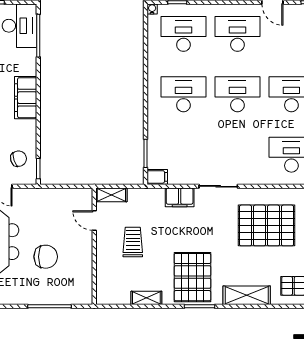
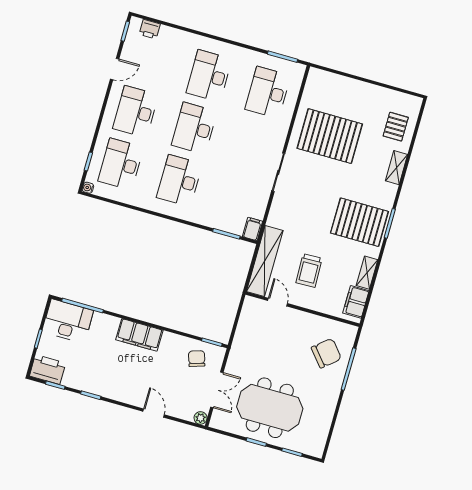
shelving: (111, 195) -> (265, 261), width x2.20, depth x1.33
filing cabinet: (180, 197) -> (356, 302), moved, turned 180
door: (94, 221) -> (278, 302), swing flipped
pallet: (267, 225) -> (330, 136), turned 90
trolley: (133, 242) -> (309, 271), turned -92
chair: (46, 257) -> (326, 353), moved, turned 50
shelving: (247, 295) -> (396, 168), width x0.67, depth x0.75

